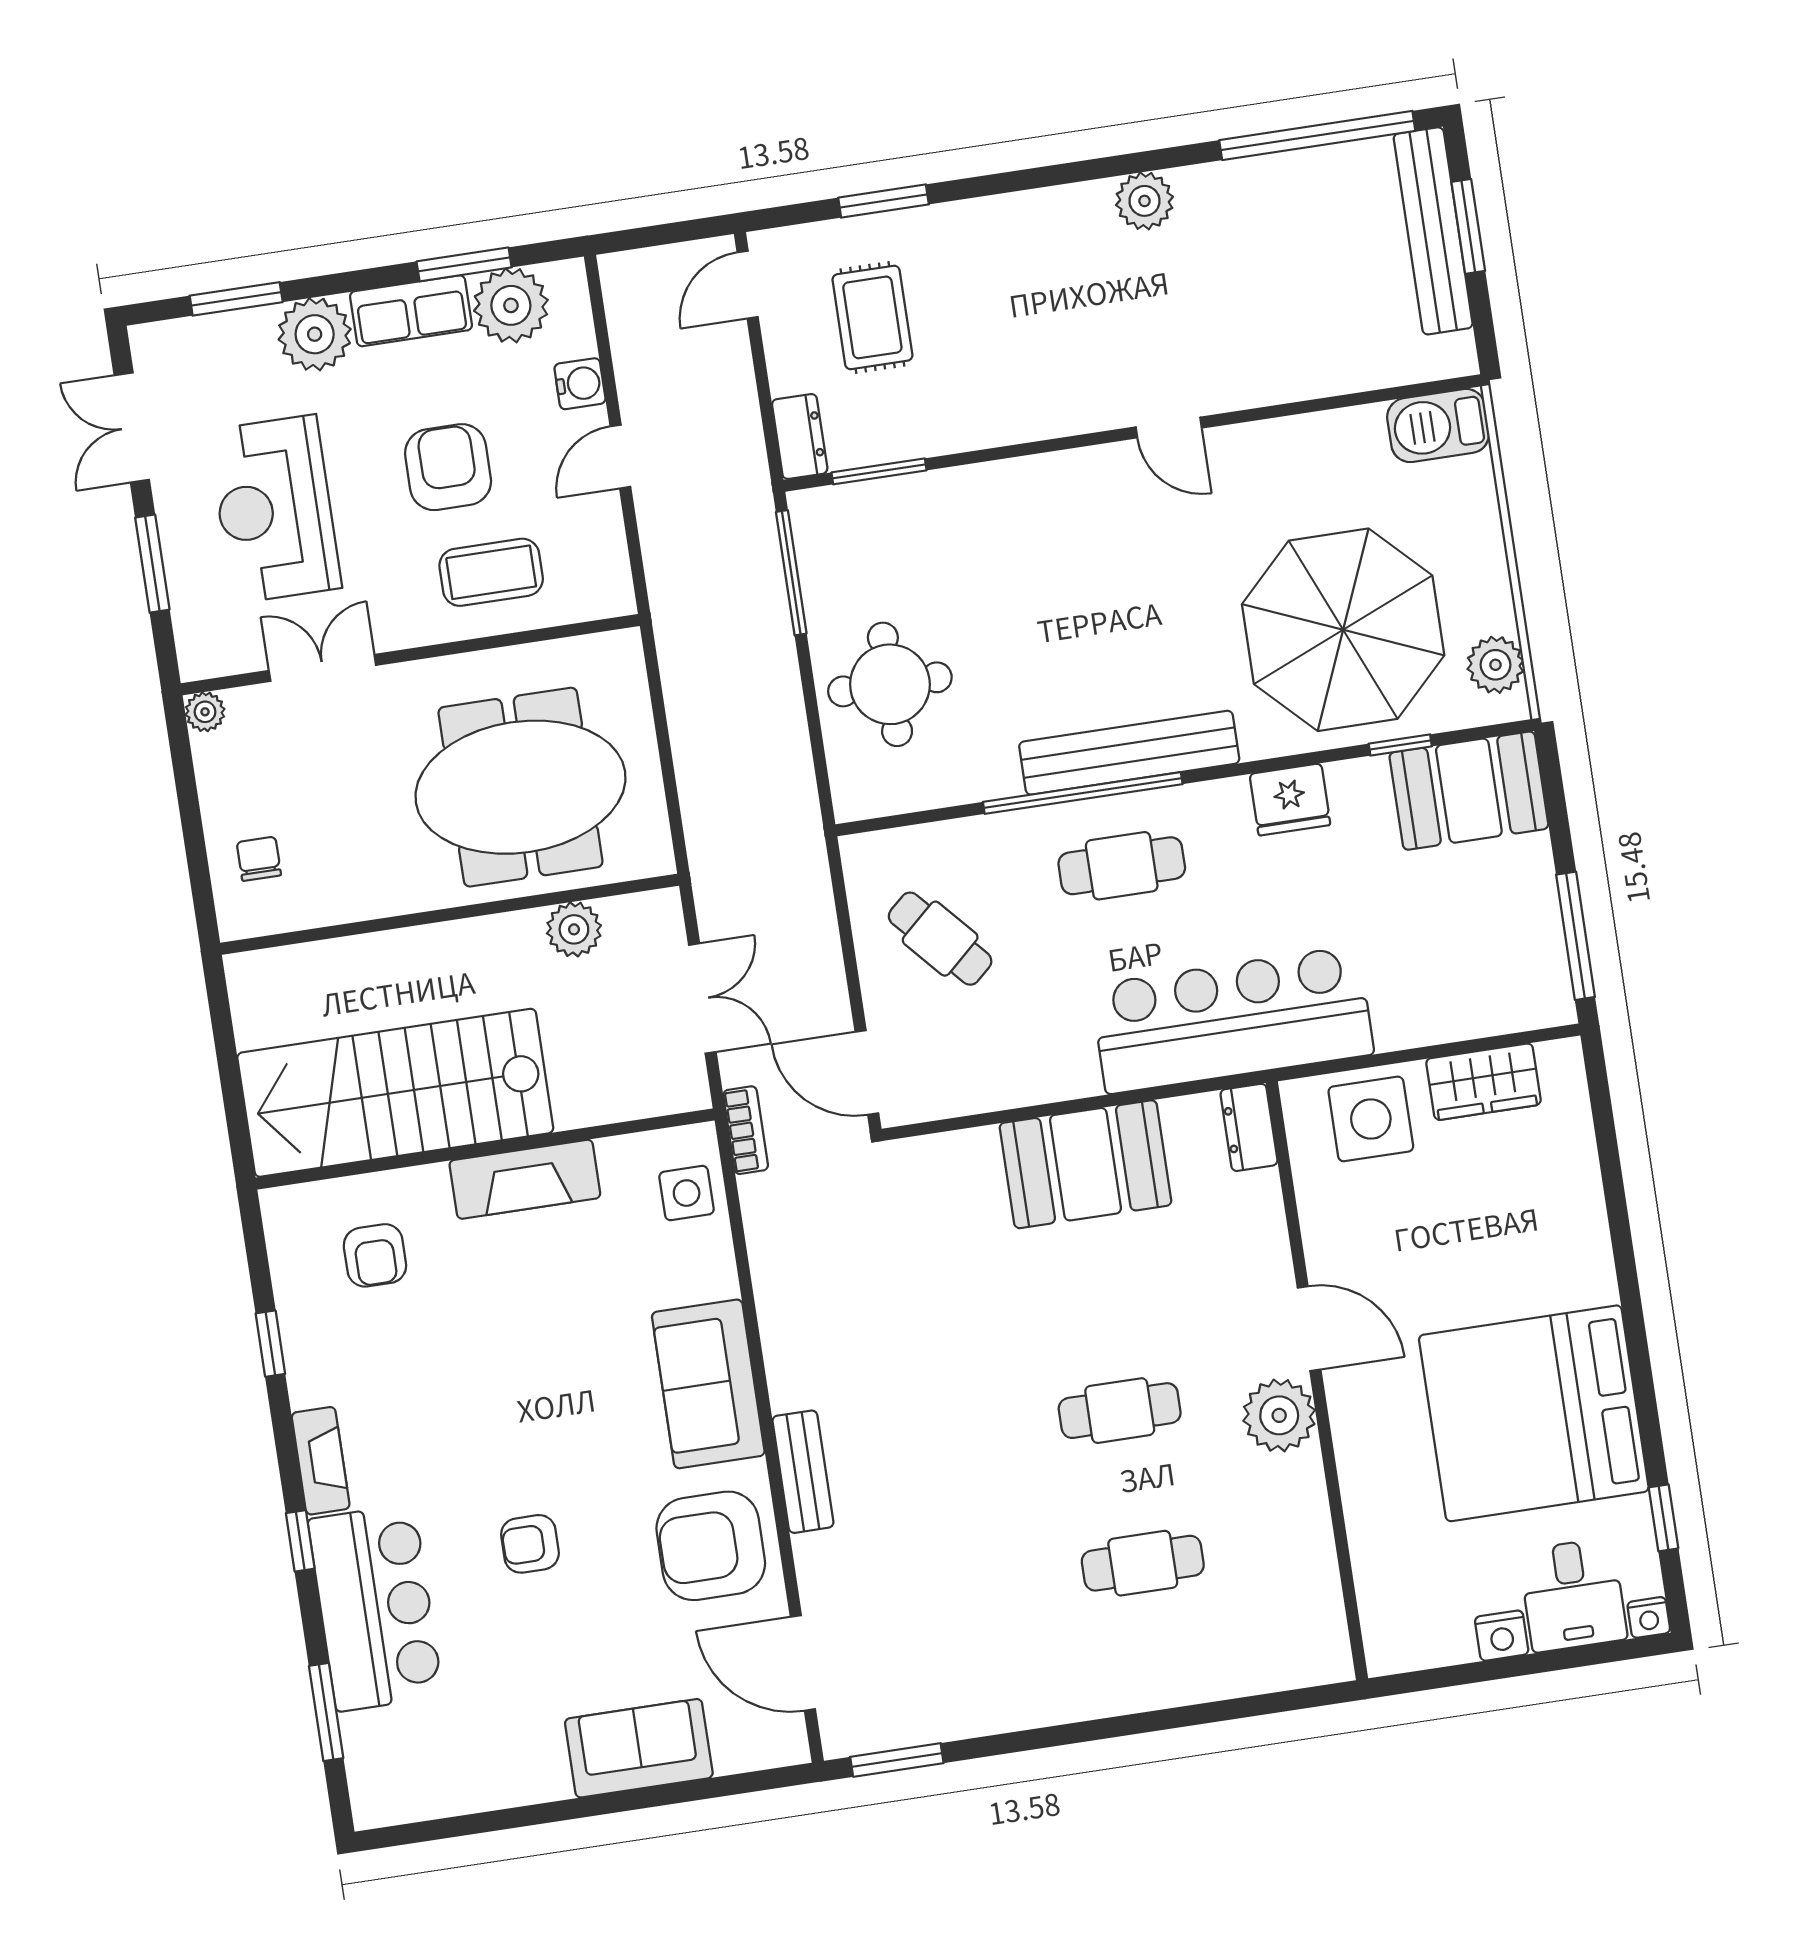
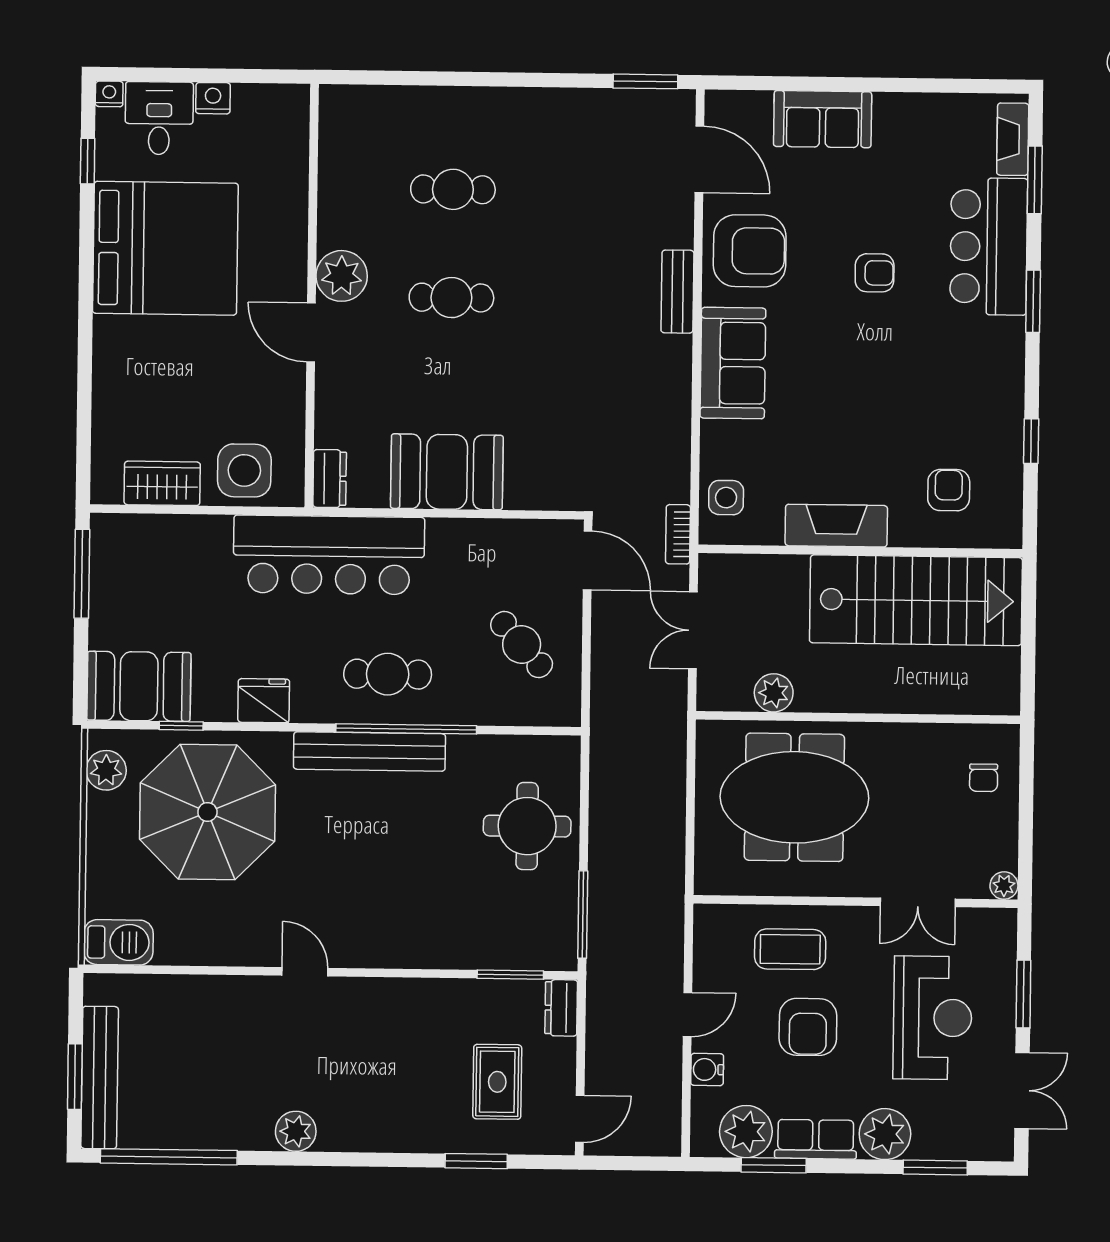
fireplace: (321, 1461) -> (1013, 139), moved
window: (300, 1541) -> (1033, 301), width x1.50

